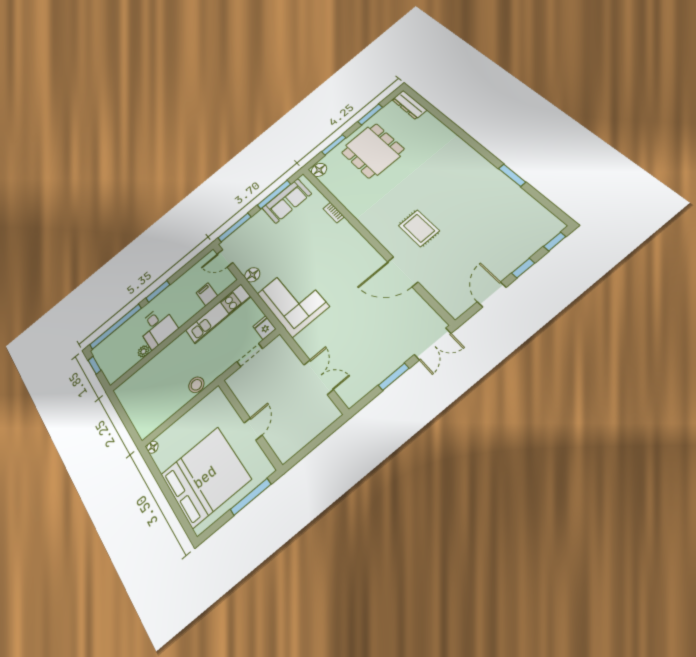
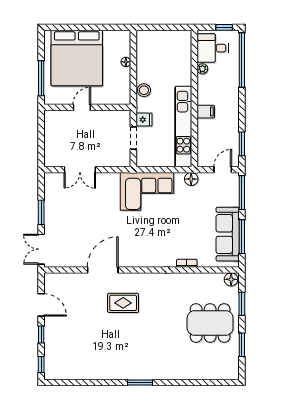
dresser: (409, 105) -> (223, 373), removed
window: (512, 175) -> (140, 383), moved
sofa: (287, 201) -> (228, 234), width x1.36
window: (158, 291) -> (242, 144), moved
filing cabinet: (207, 294) -> (206, 112), moved
kitchen unit: (218, 314) -> (183, 127), width x1.36
desk: (157, 327) -> (213, 48), moved
fridge: (264, 328) -> (144, 120), moved
door: (253, 429) -> (82, 107), swing flipped
floor lamp: (152, 447) -> (126, 62), moved

